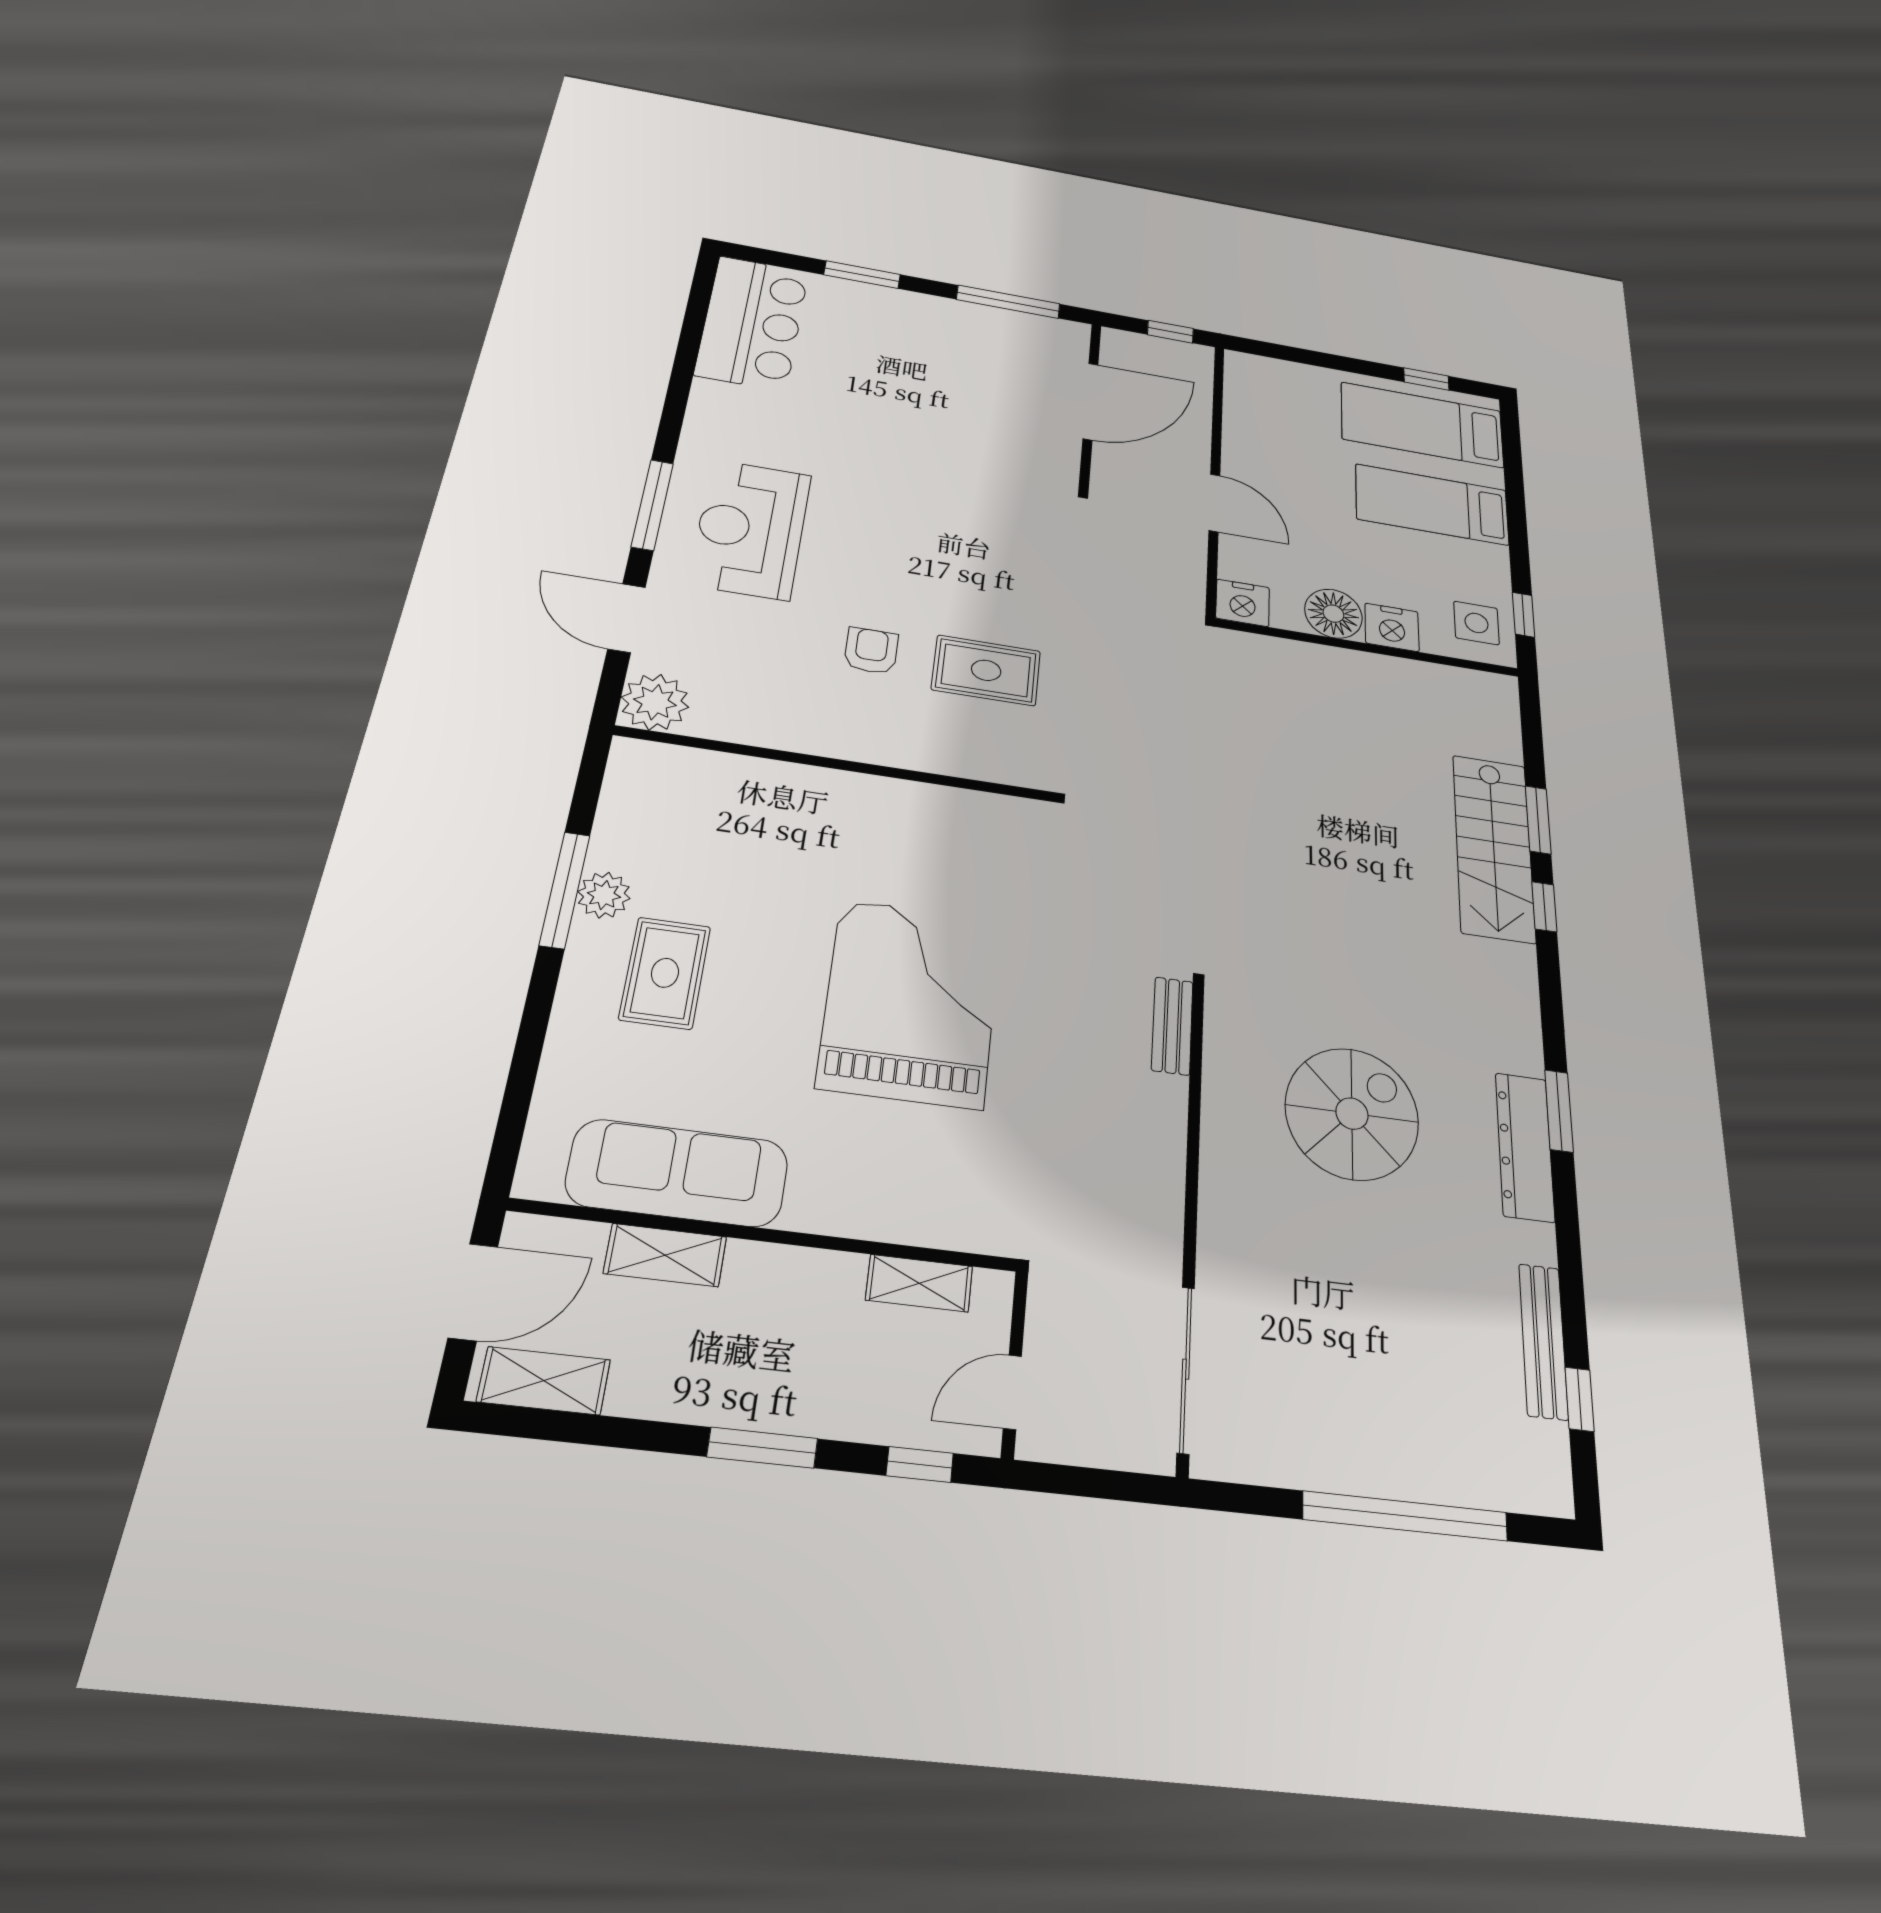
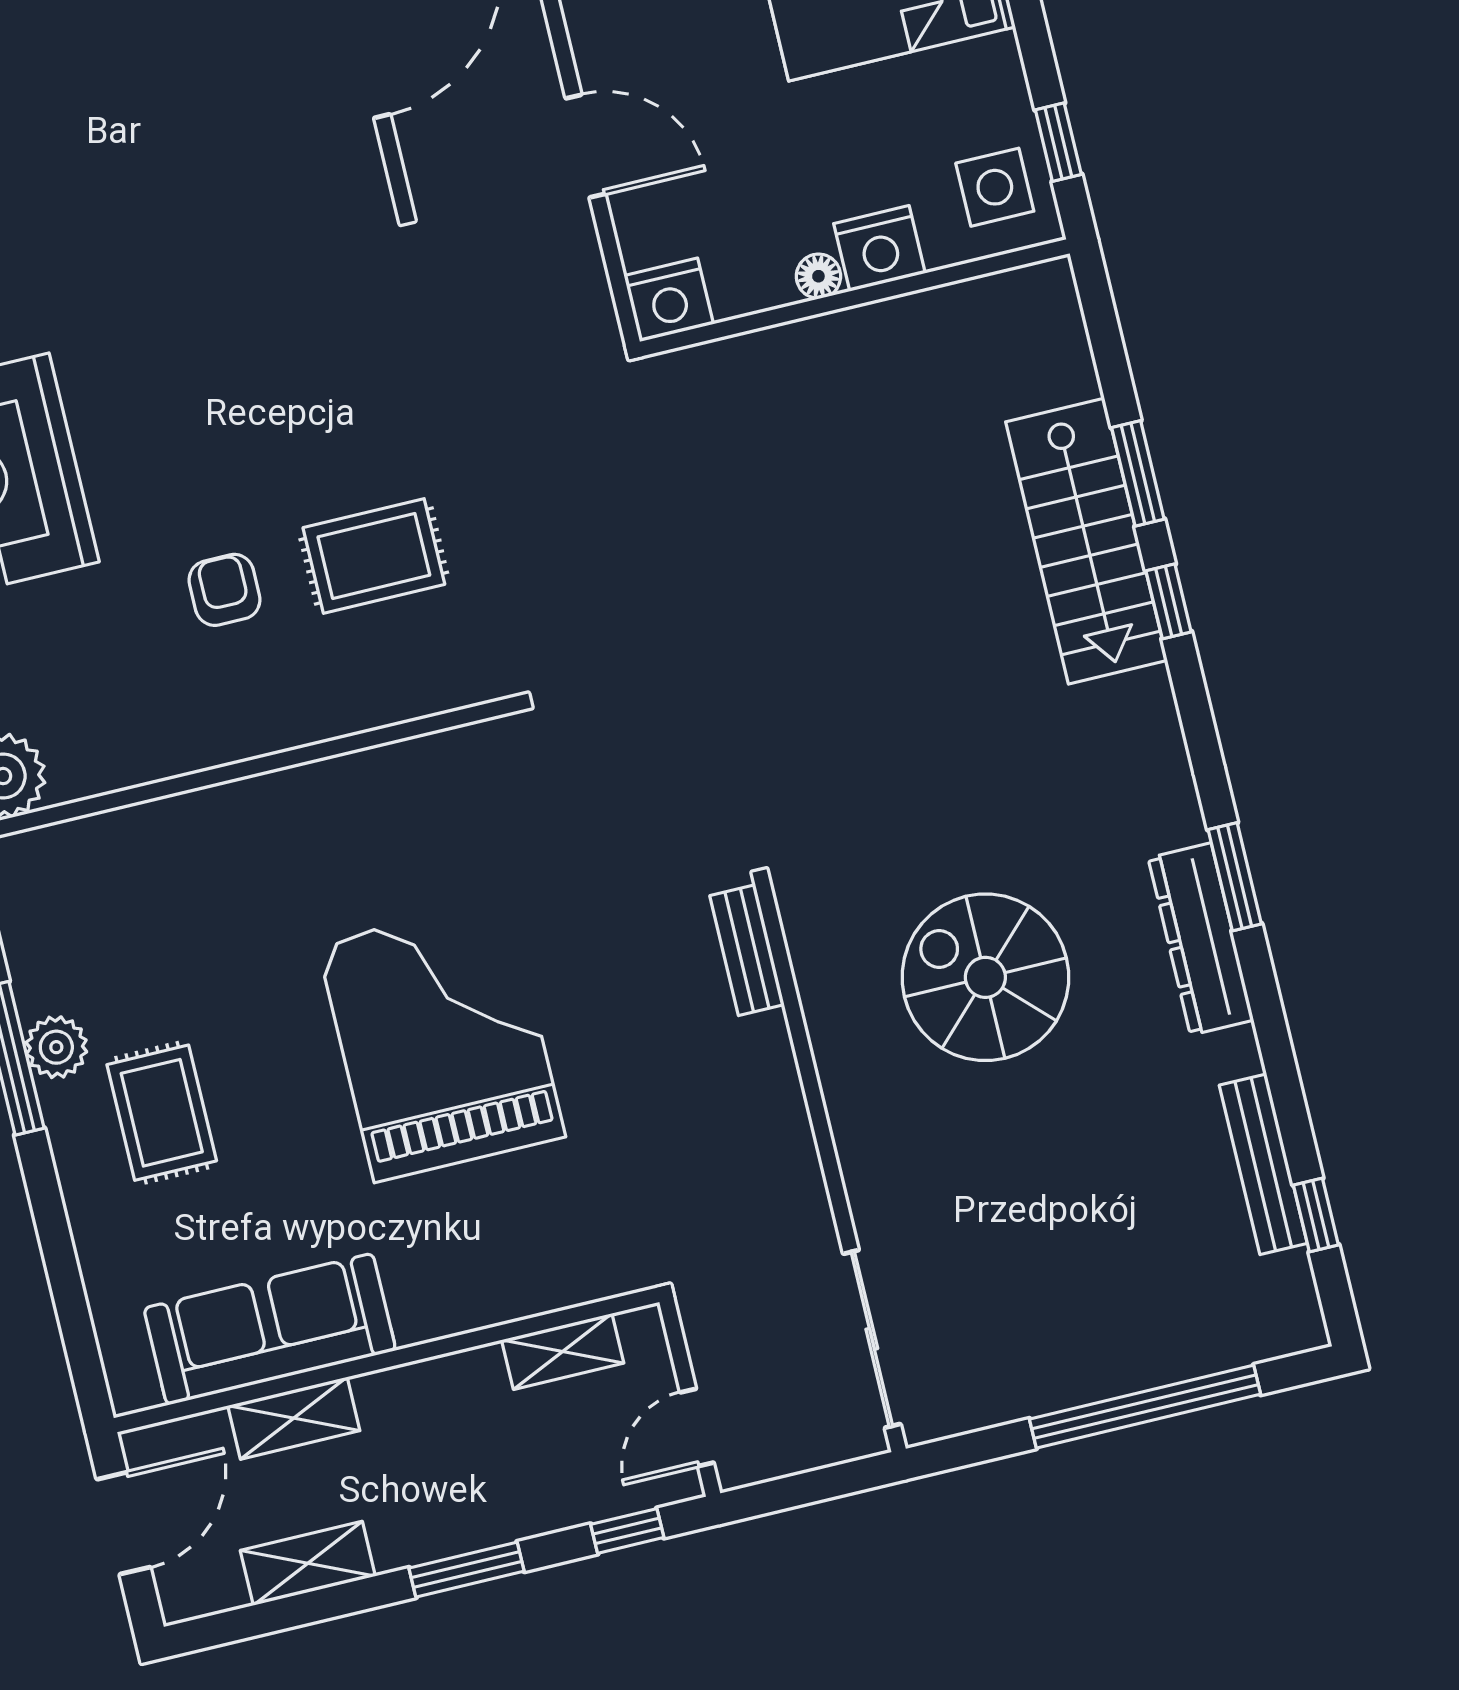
floor lamp: (1333, 614) -> (818, 276), width x0.53, depth x0.53
spiral stairs: (1352, 1114) -> (985, 977), turned -90
shelving: (544, 1381) -> (308, 1563), moved

